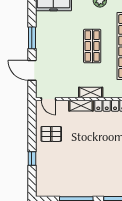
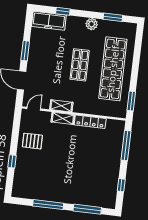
shelving: (91, 92) -> (61, 106), moved
door: (48, 99) -> (34, 109), swing flipped

